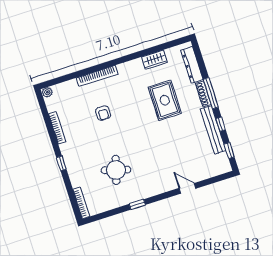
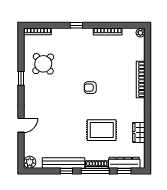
armchair: (103, 113) -> (90, 88), moved
window: (229, 151) -> (124, 171), moved
plant: (224, 166) -> (30, 162), added
round table: (116, 170) -> (43, 64), moved, turned 31

